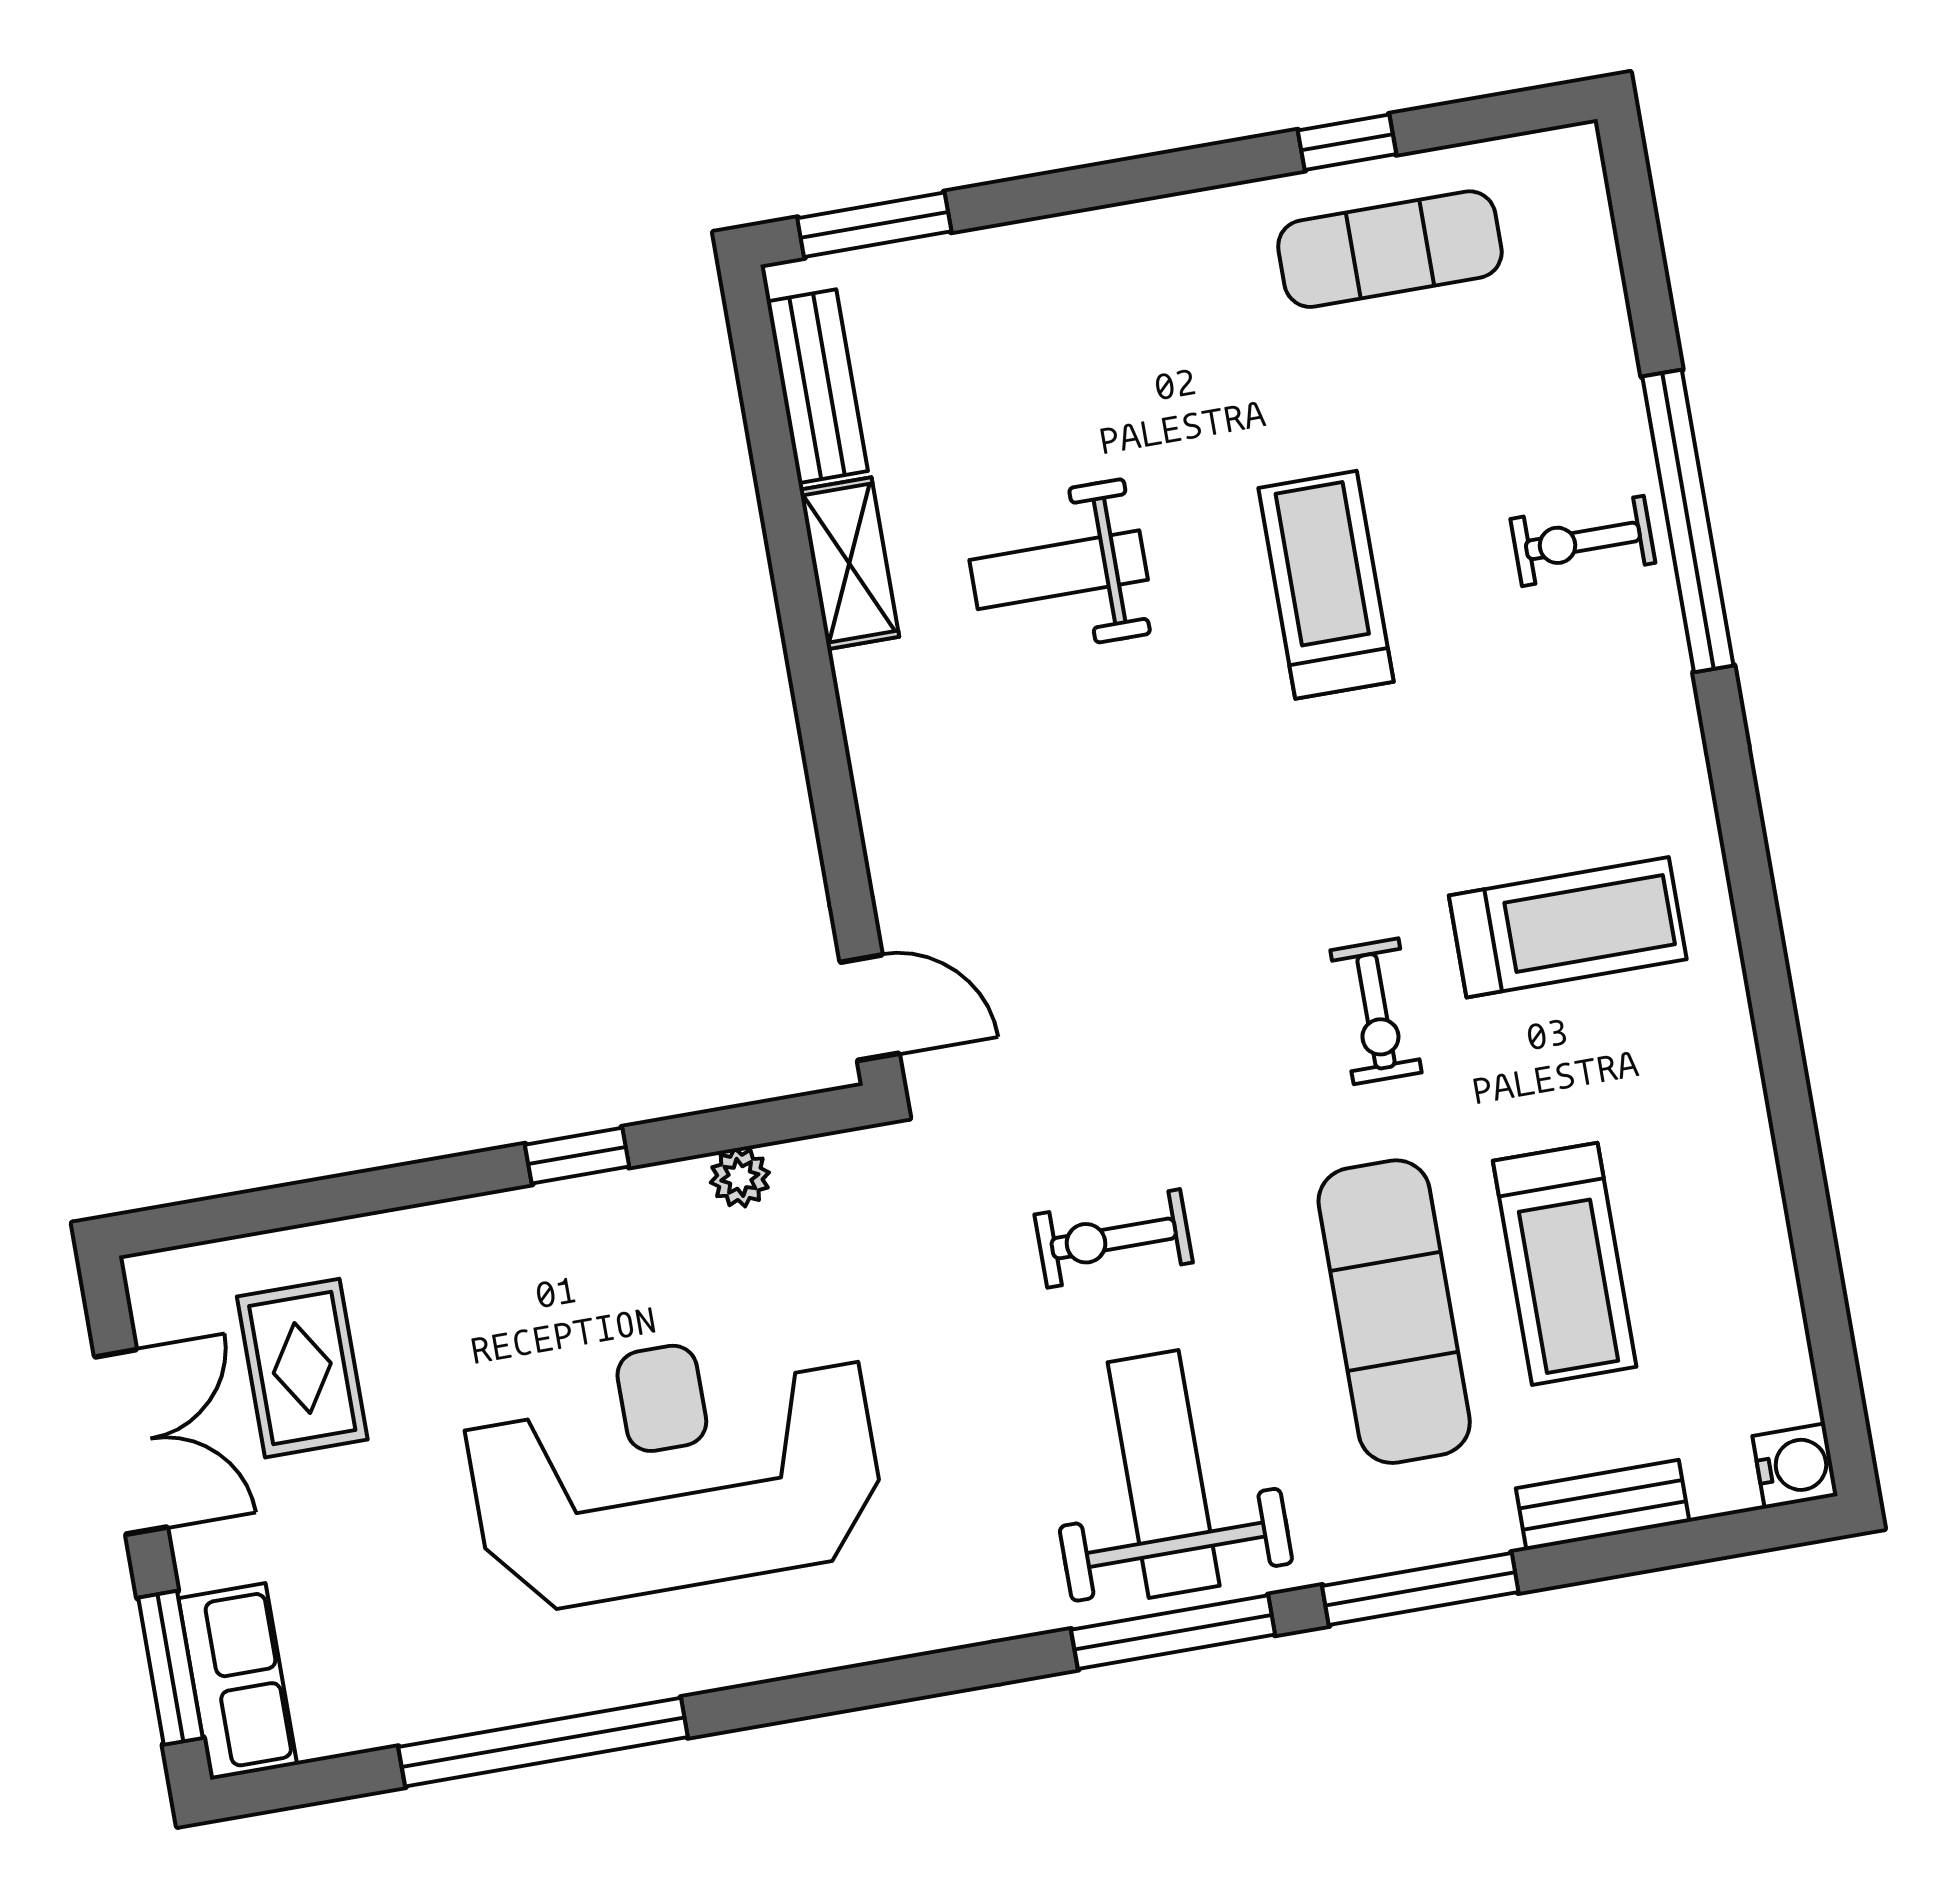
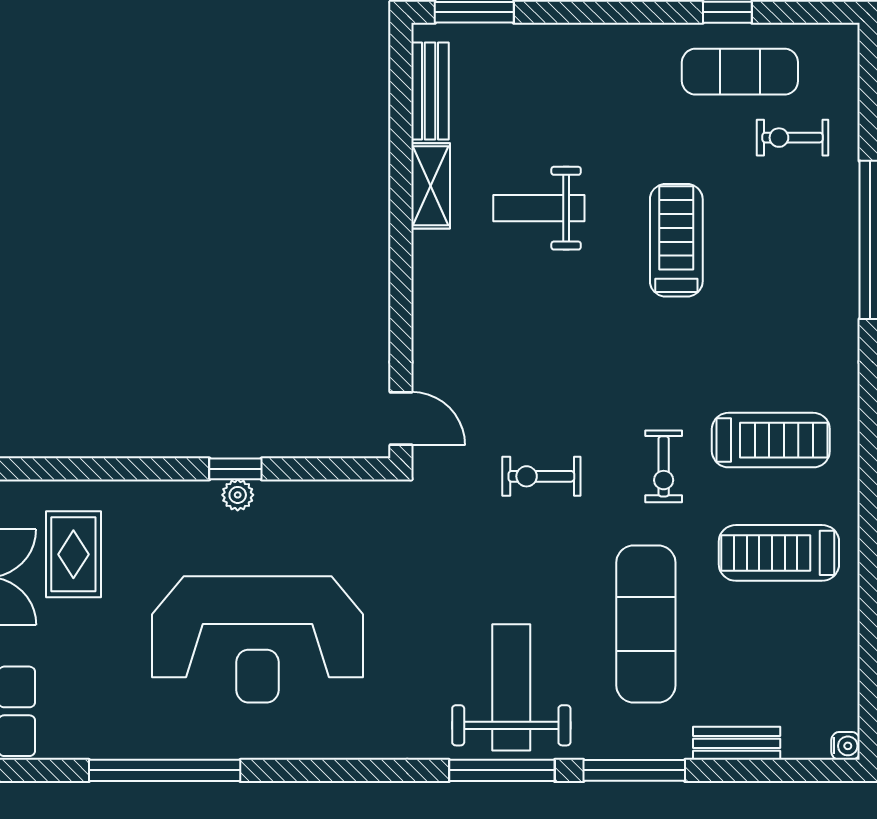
exercise bike: (1583, 541) -> (793, 138), moved
plant: (740, 1177) -> (238, 495), moved
exercise bike: (1114, 1238) -> (541, 476), moved
treadmill: (1565, 1264) -> (779, 553), moved, turned 90
water cooler: (1795, 1466) -> (846, 746), width x0.72, depth x0.72
reception desk: (674, 1467) -> (258, 639), turned 180

